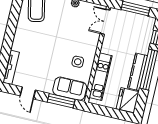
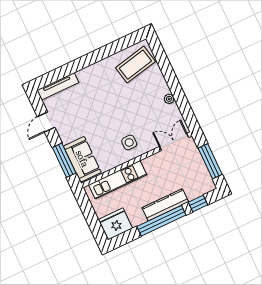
side table: (78, 62) -> (129, 142), moved
kitchen counter: (138, 72) -> (165, 205), moved

